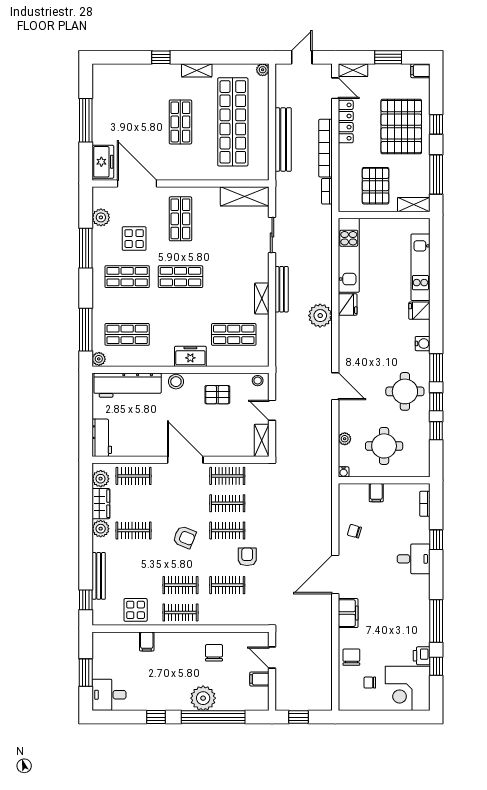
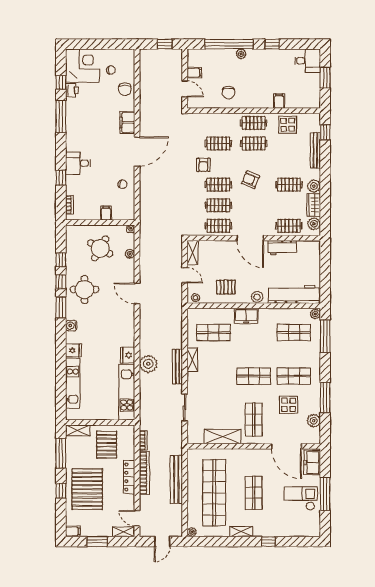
checkout: (118, 114) -> (301, 499), added
locker: (346, 122) -> (129, 477), moved
shelving: (245, 196) -> (223, 437), moved
plant: (320, 316) -> (148, 364), moved
workbench: (102, 438) -> (282, 248), moved, turned -90
round table: (384, 446) -> (100, 248), turned 30
plant: (203, 698) -> (241, 54), width x0.53, depth x0.53

